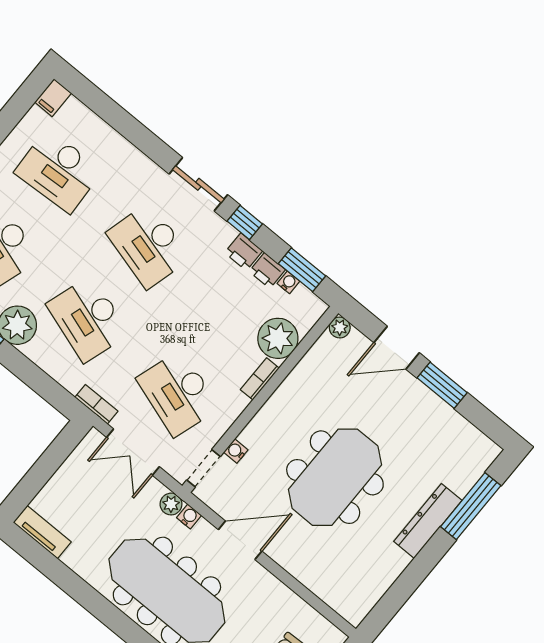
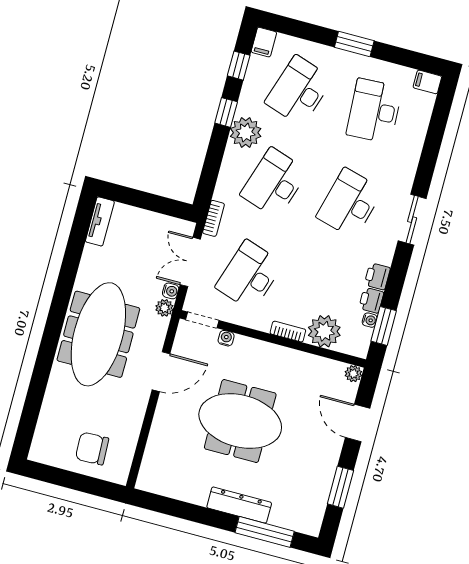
window: (245, 223) -> (399, 267), removed
window: (442, 385) -> (340, 487), moved
water cooler: (189, 517) -> (171, 291), moved
door: (240, 540) -> (161, 372), hinge flipped

